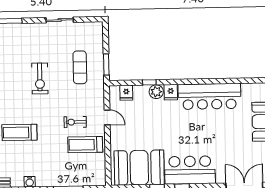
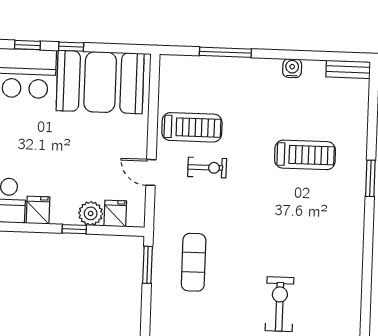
exercise bike: (40, 78) -> (280, 304), moved
plant: (156, 92) -> (91, 213), moved

